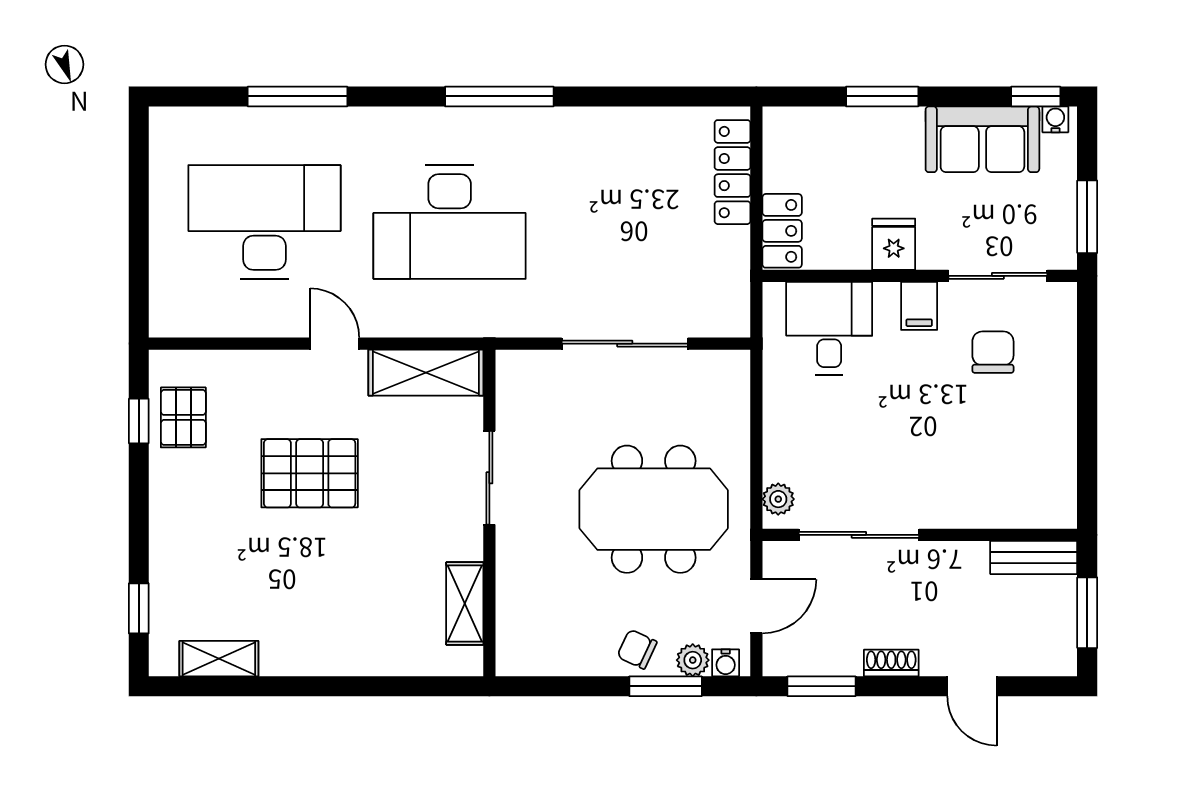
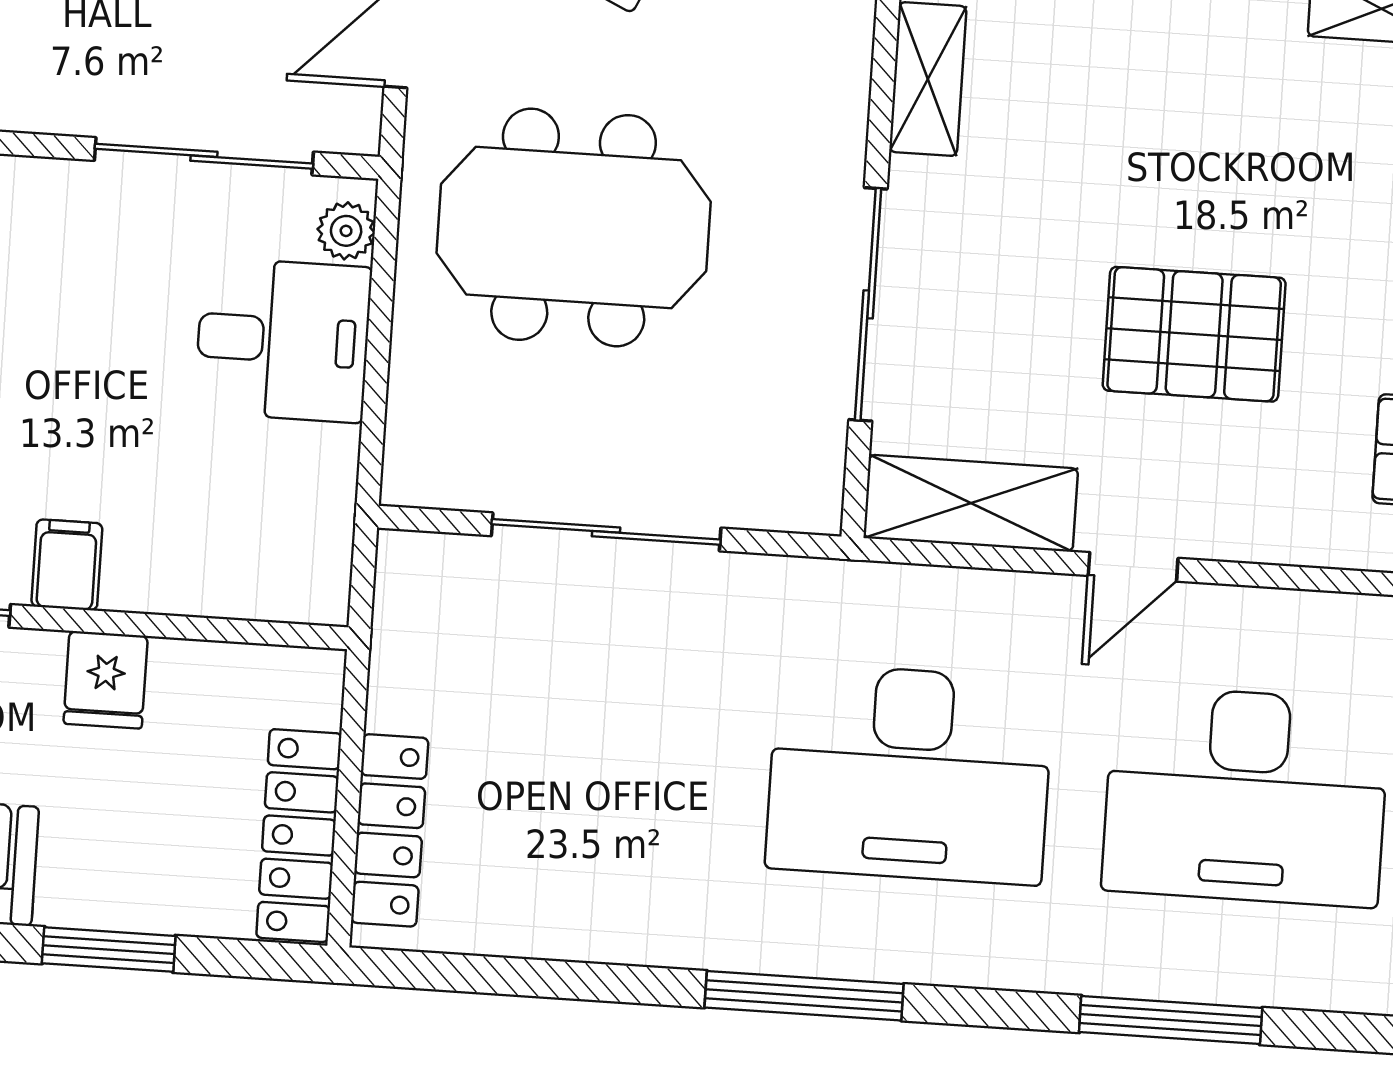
desk: (450, 222) -> (910, 774), turned 180
locker: (782, 231) -> (299, 836), moved, width x1.53
desk: (829, 328) -> (283, 340), moved, turned -90
door: (335, 344) -> (1133, 567), hinge flipped
sliding door: (489, 478) -> (868, 304), width x1.37

